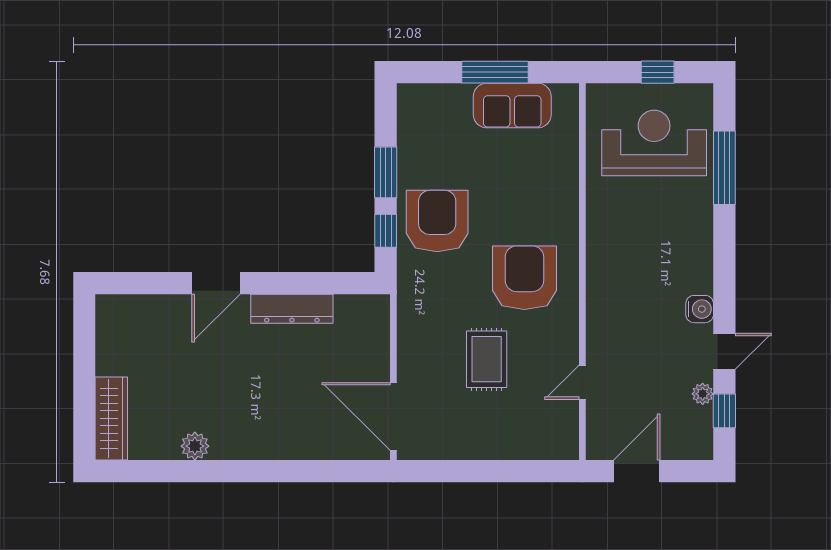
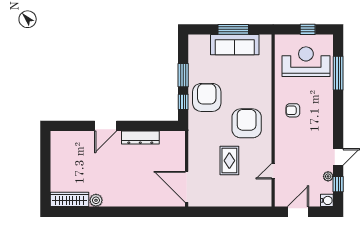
sofa: (512, 106) -> (235, 45), width x1.36
armchair: (625, 249) -> (293, 110), added
water cooler: (700, 309) -> (327, 200), moved
wardrobe: (111, 418) -> (69, 199), moved, turned -90

